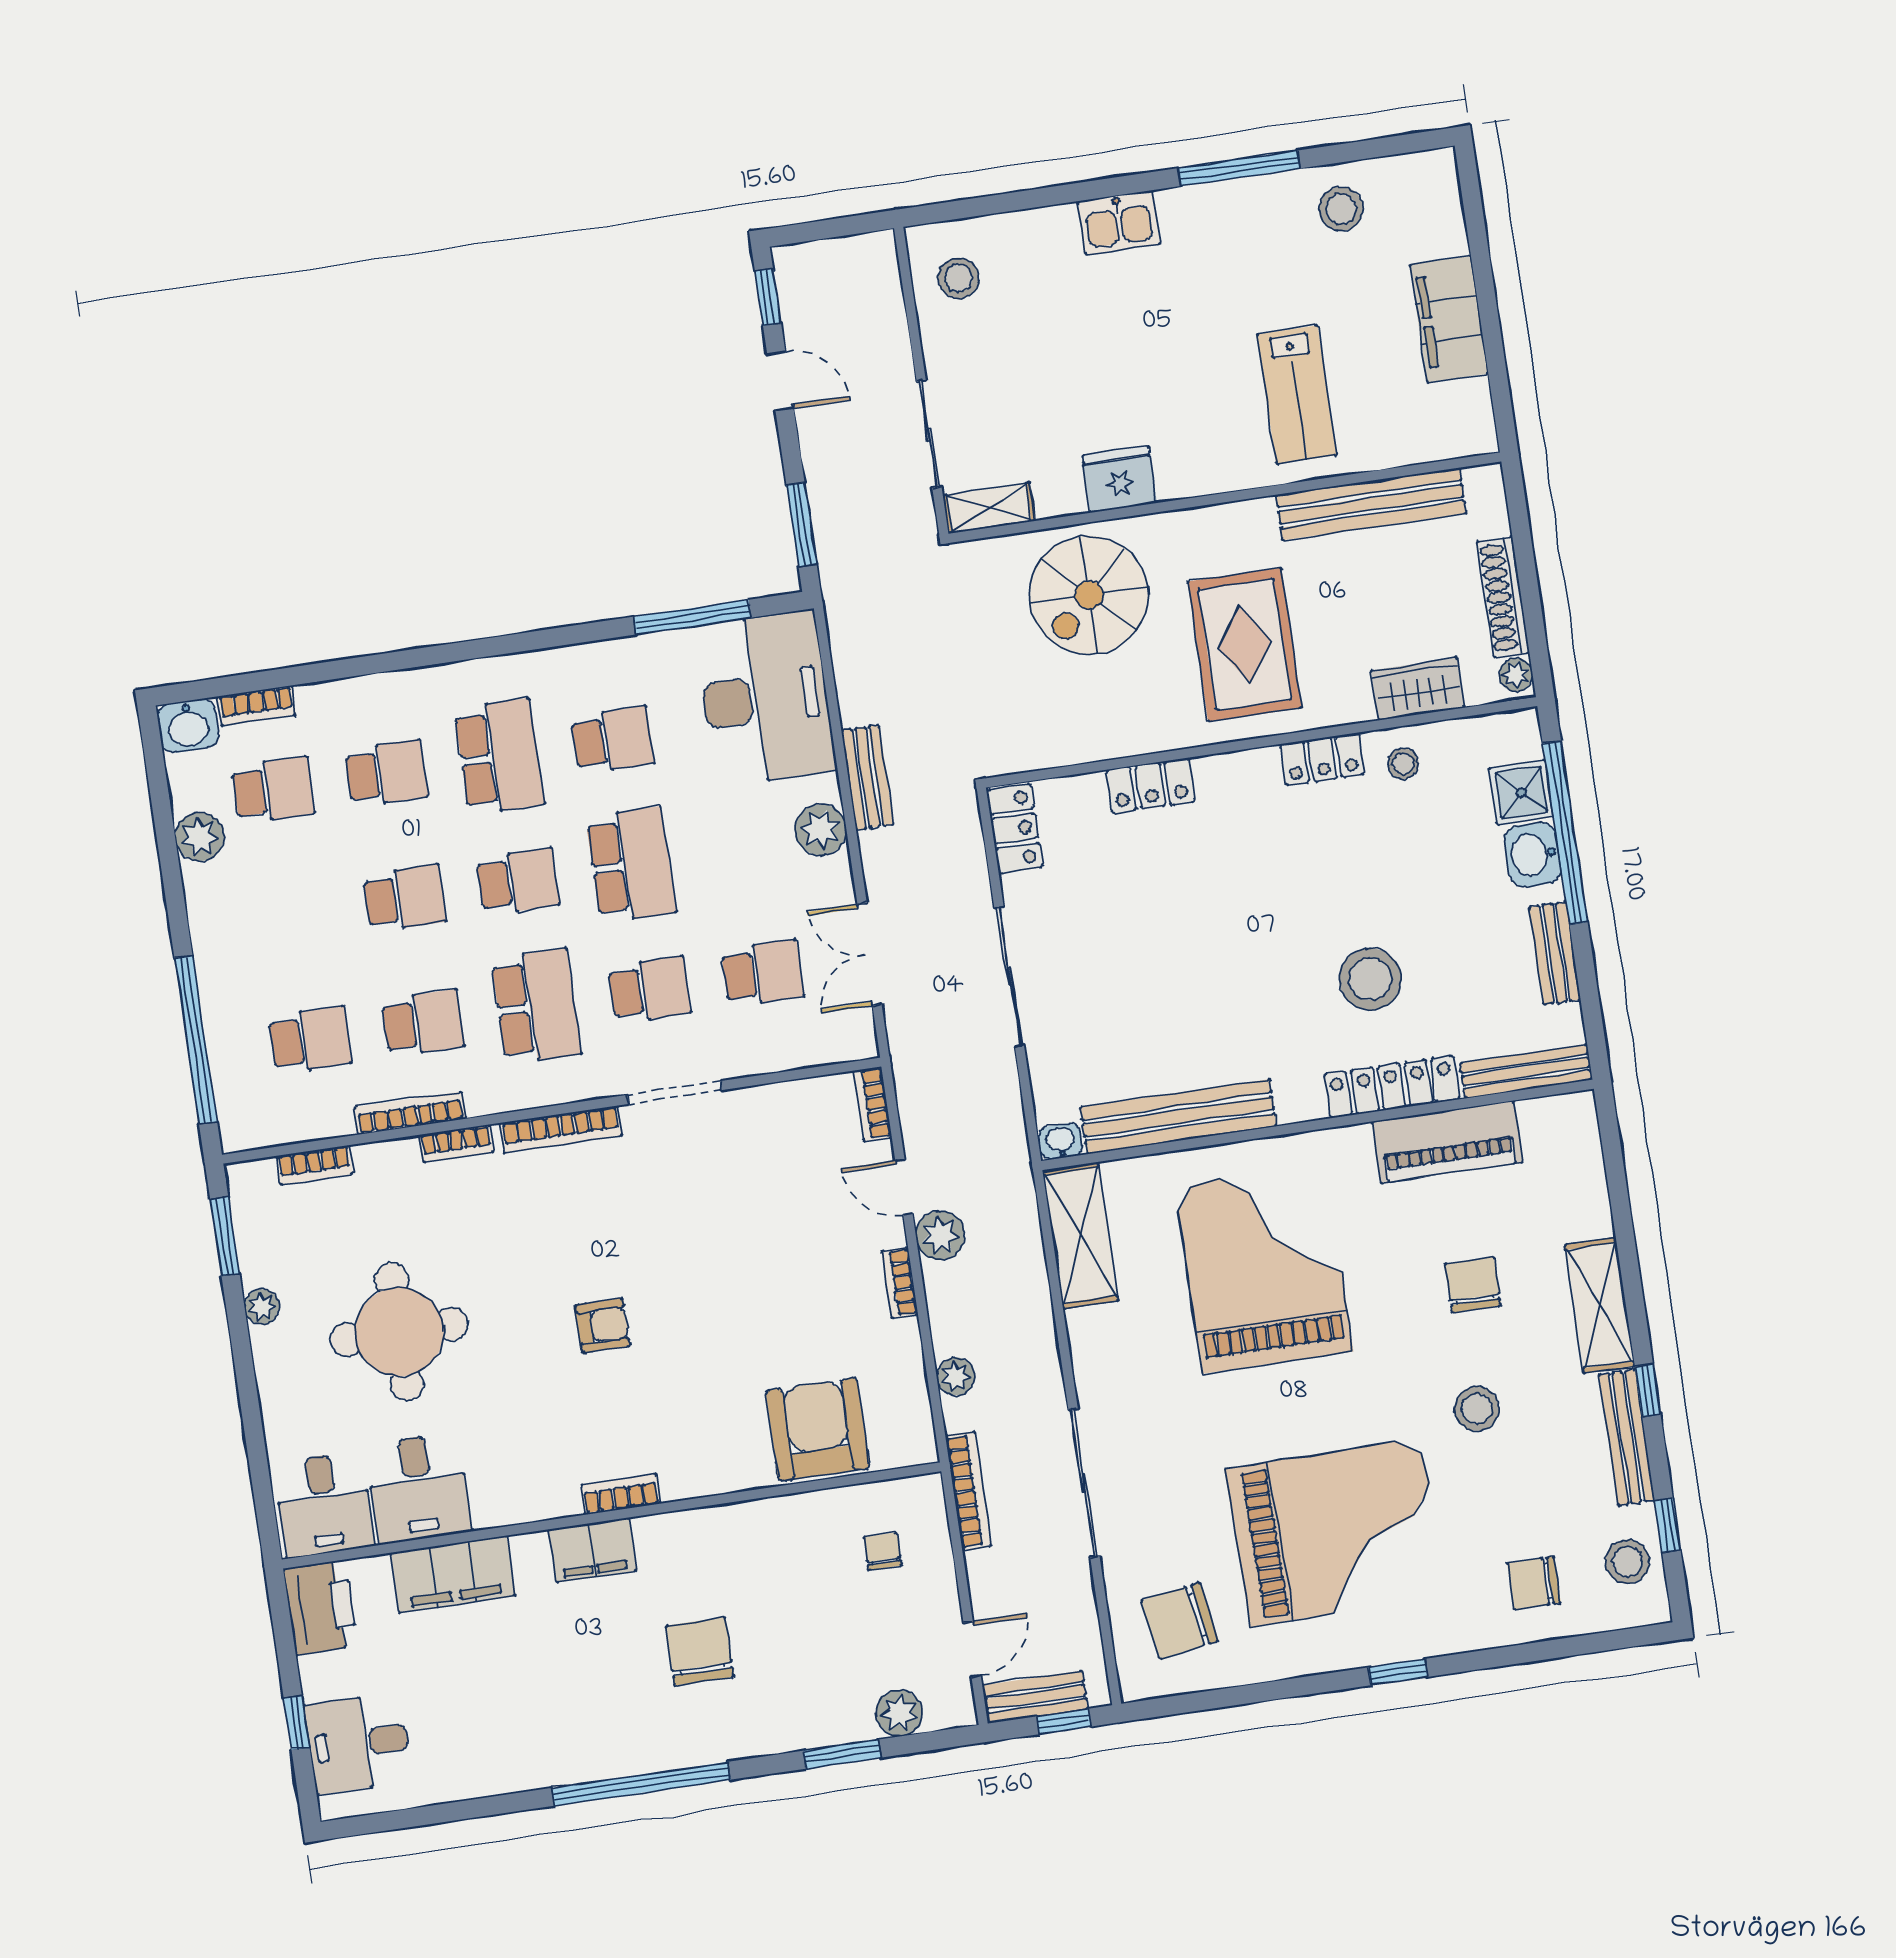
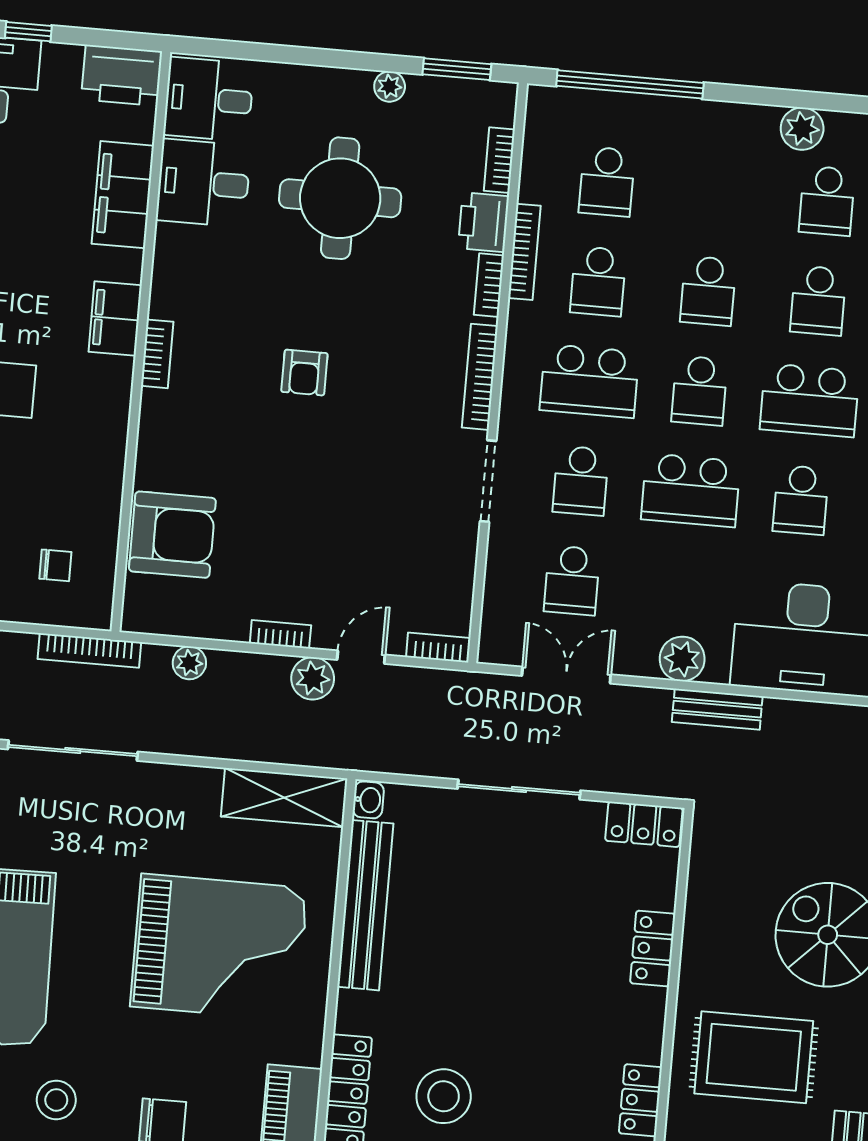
printer: (388, 1166) -> (483, 222), added

